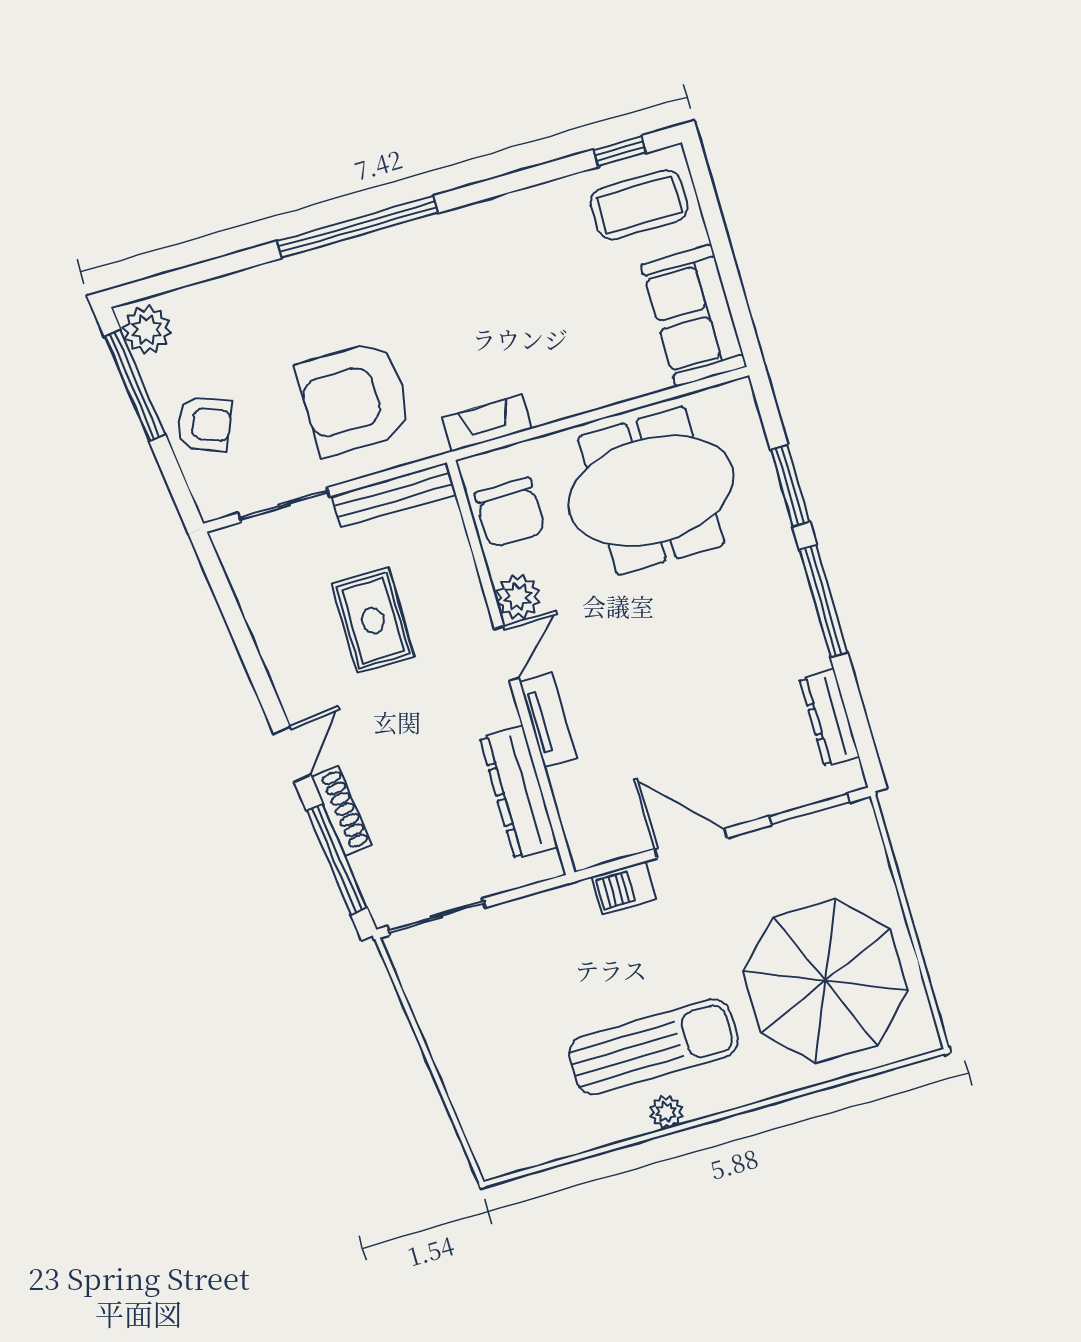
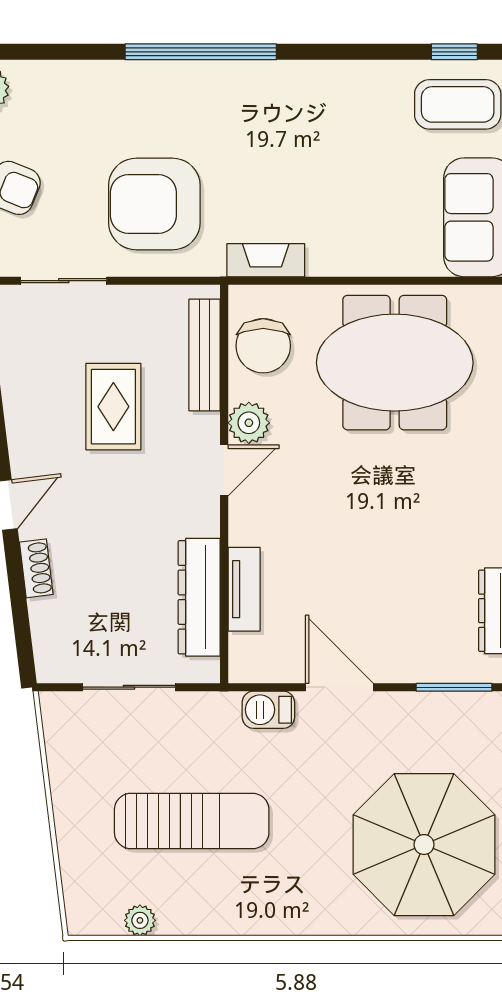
bench: (394, 495) -> (205, 355), moved, turned 90
tv unit: (548, 720) -> (244, 589), moved
shoe rack: (341, 811) -> (36, 568), width x0.70
window: (337, 860) -> (20, 611), removed
sliding door: (436, 917) -> (129, 687), moved
sun lounger: (653, 1047) -> (192, 821), moved
plant: (666, 1112) -> (140, 920), moved

